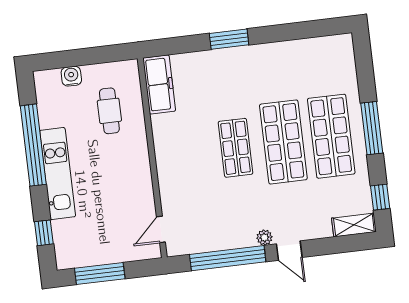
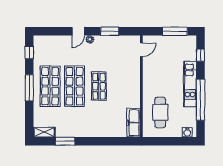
window: (229, 39) -> (65, 141), moved
water cooler: (71, 76) -> (187, 132), moved
cafe table: (109, 111) -> (160, 112), width x1.37, depth x1.35
shelving: (354, 225) -> (44, 132), moved
door: (289, 251) -> (78, 31), swing flipped
window: (228, 258) -> (110, 31), width x0.47

